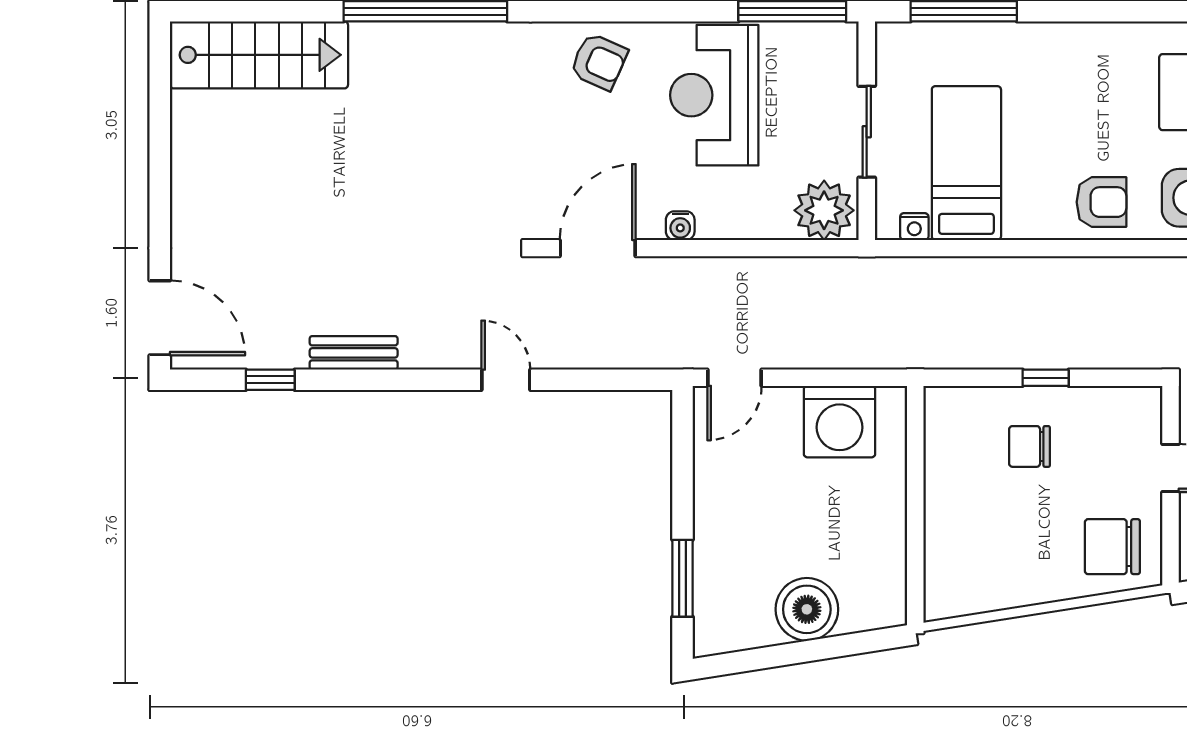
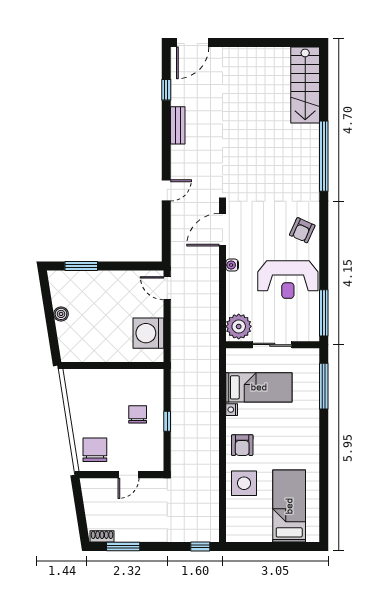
reception desk: (714, 95) -> (288, 280), turned 180
nightstand: (914, 227) -> (232, 410), moved
door: (598, 248) -> (222, 230), swing flipped
boiler: (807, 609) -> (61, 314), width x0.54, depth x0.54

